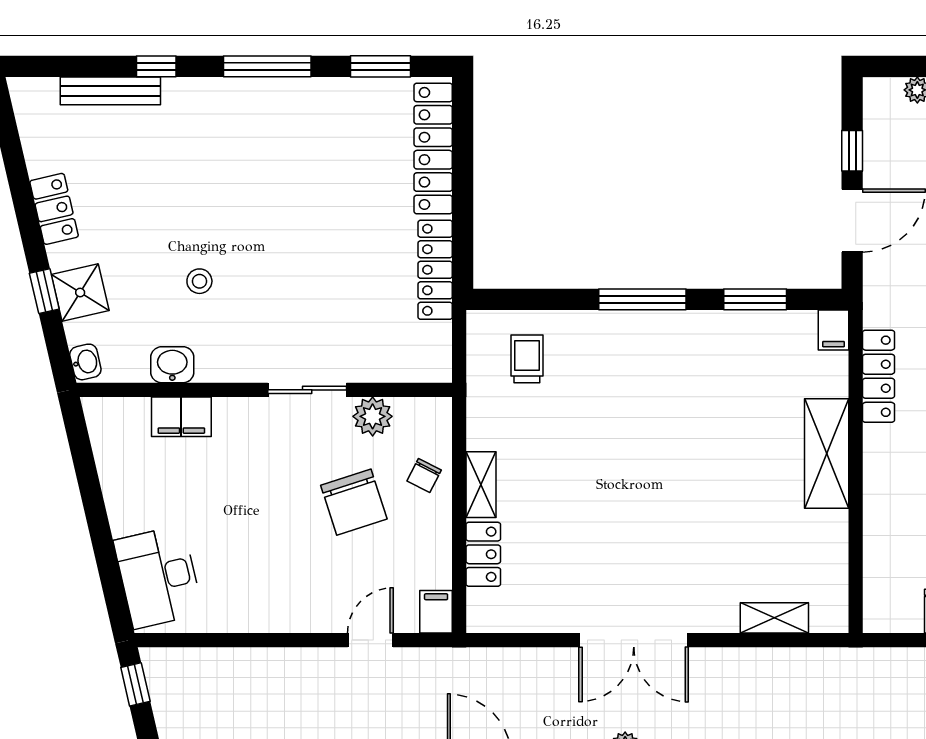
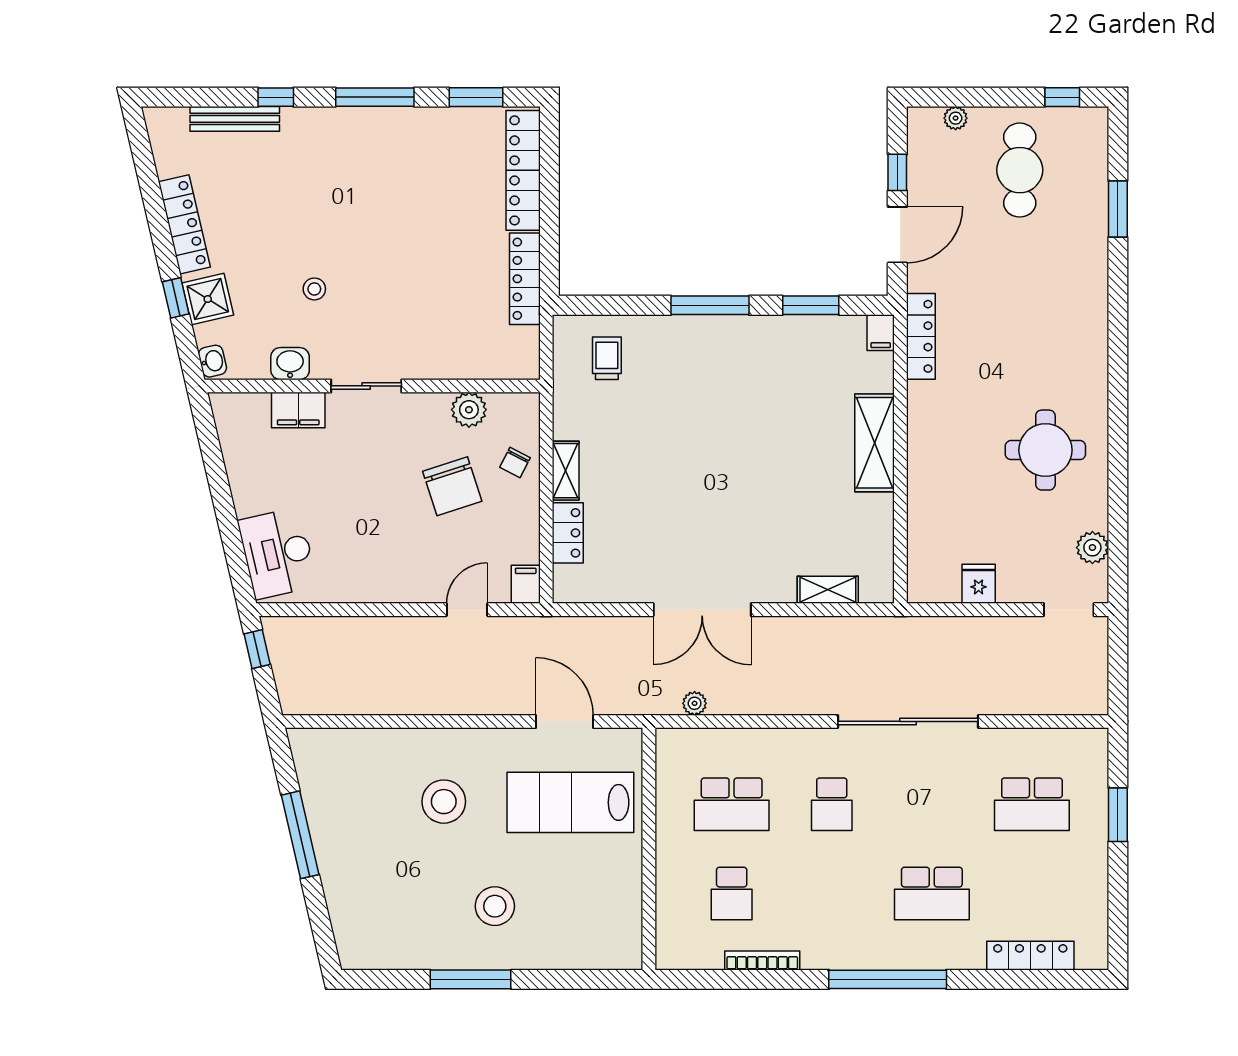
locker: (54, 209) -> (184, 224), width x1.53
locker: (878, 376) -> (921, 336), moved
sliding door: (307, 390) -> (366, 386), moved

